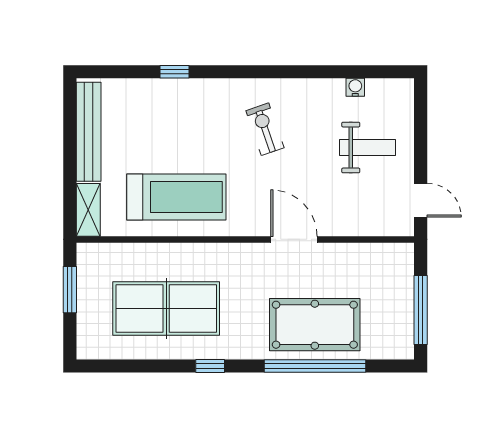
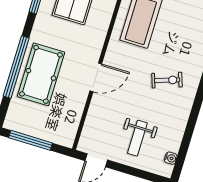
water cooler: (355, 87) -> (171, 158), moved

